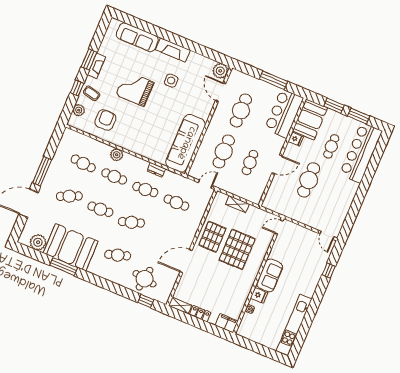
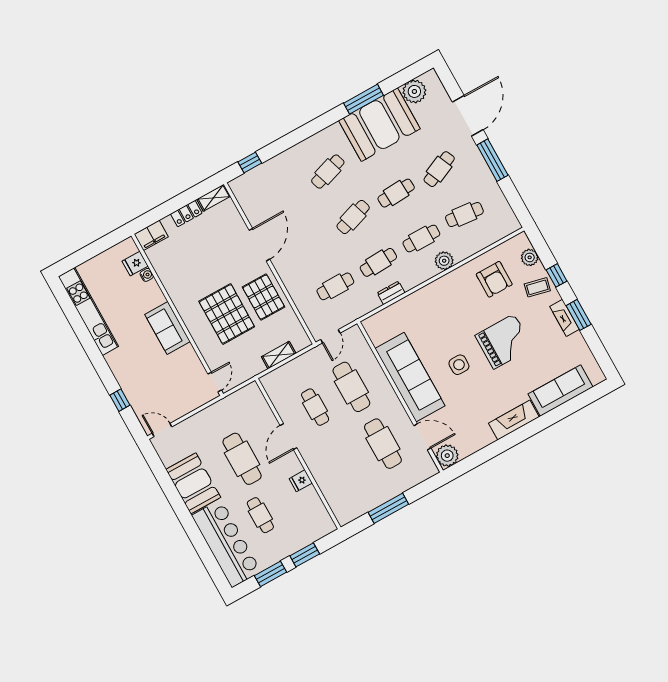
side table: (171, 81) -> (459, 365), moved
bar counter: (284, 113) -> (341, 490), removed
booth: (310, 119) -> (193, 483), moved
sofa: (186, 143) -> (410, 377), moved
round table: (145, 279) -> (276, 181), removed
fridge: (259, 295) -> (135, 264), moved

